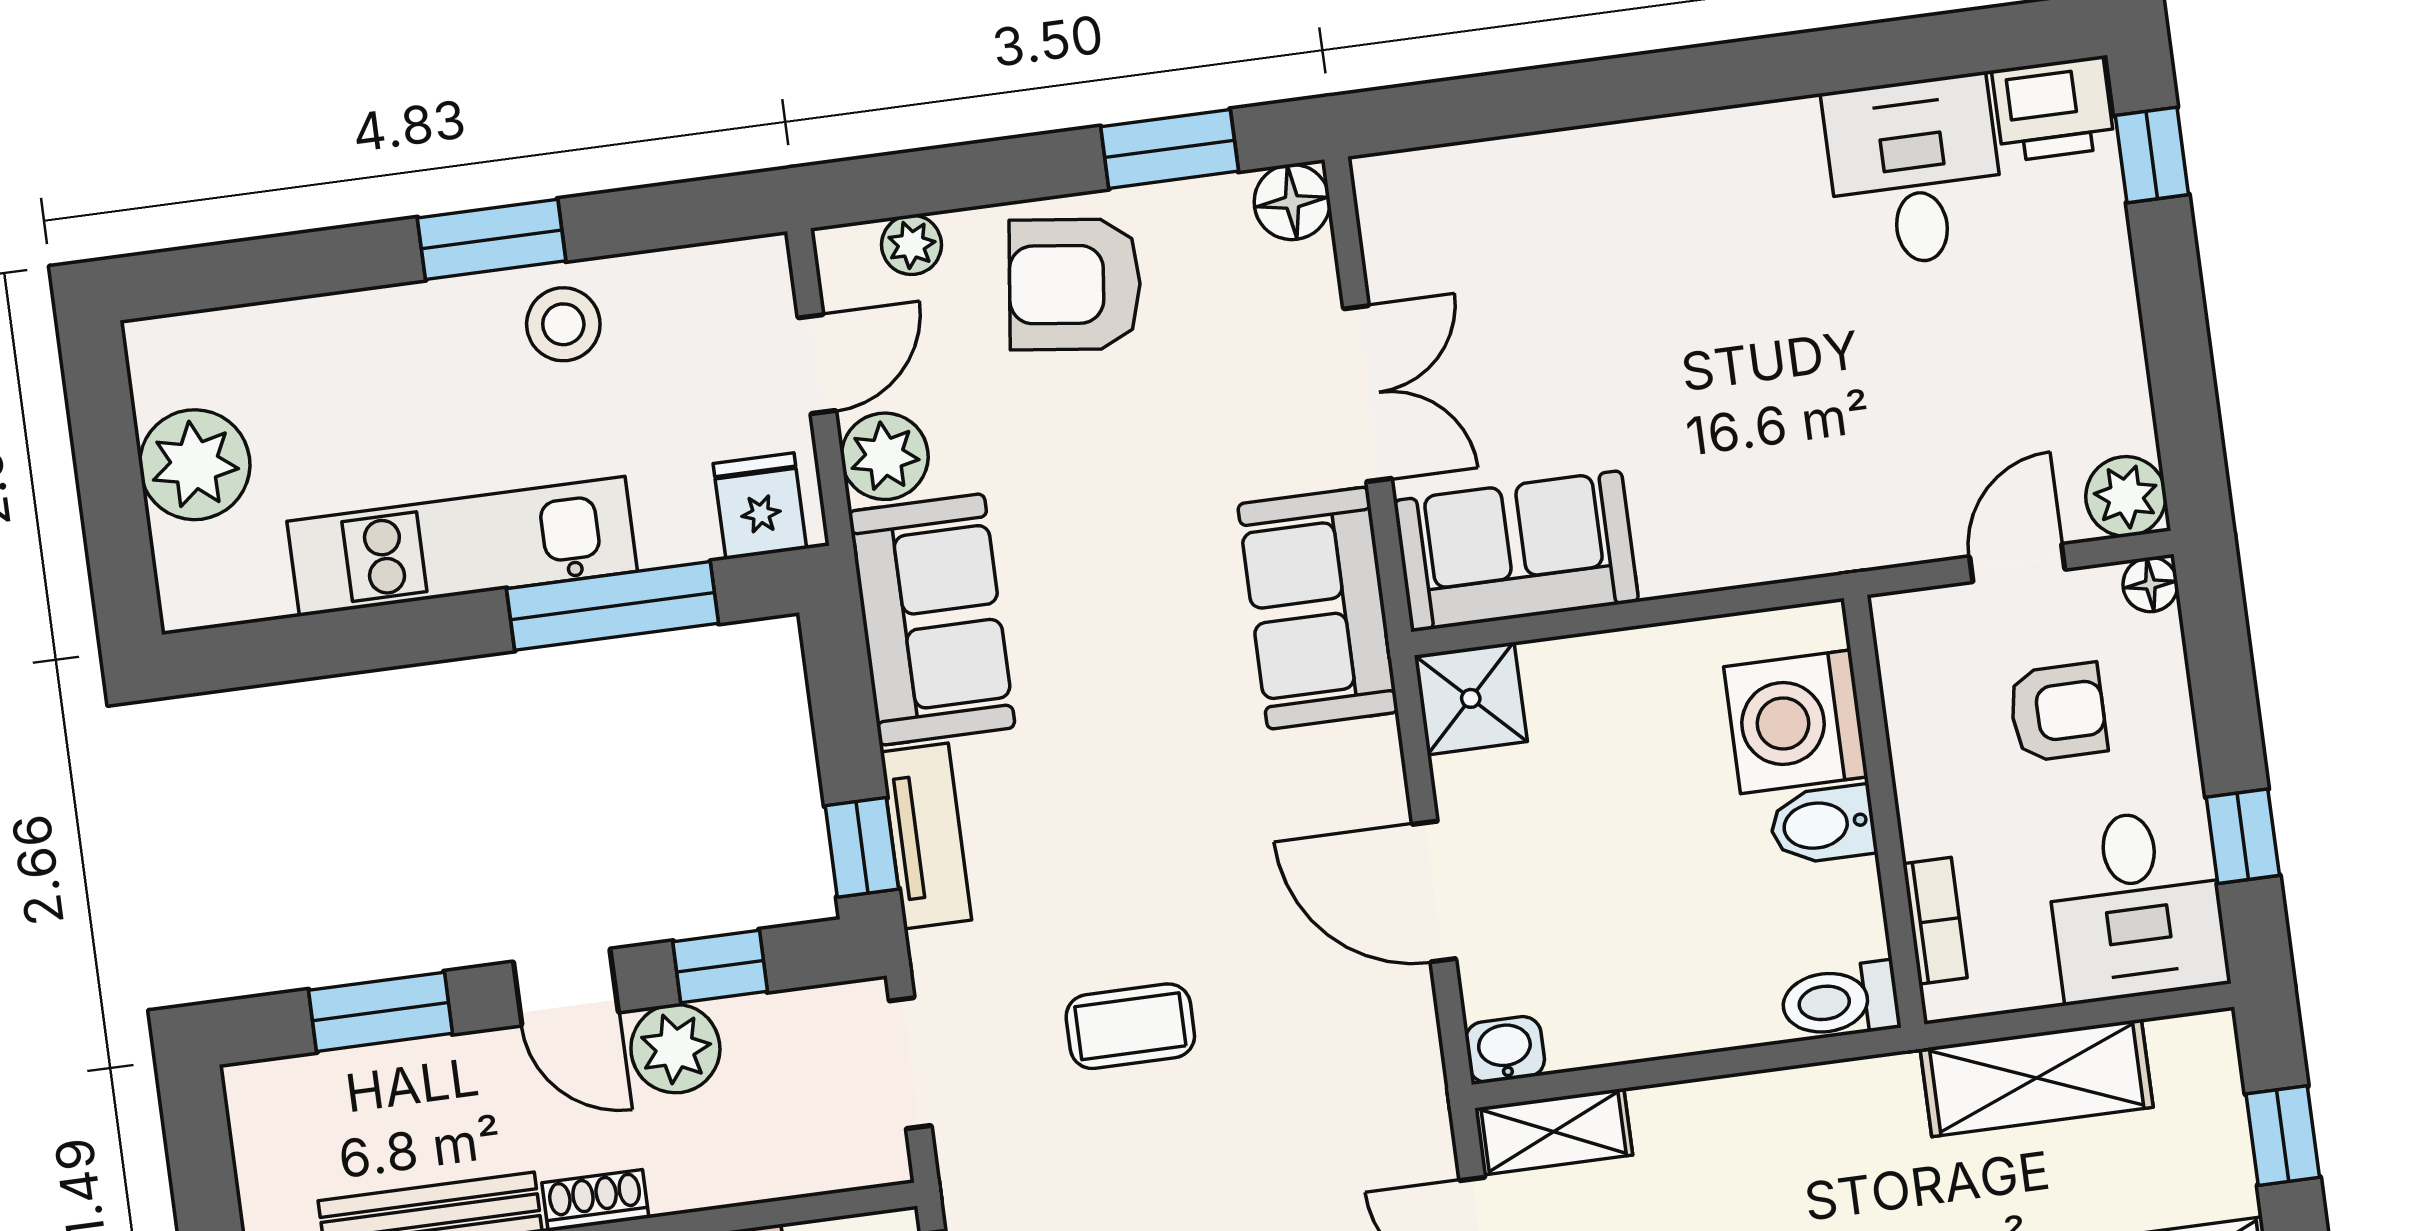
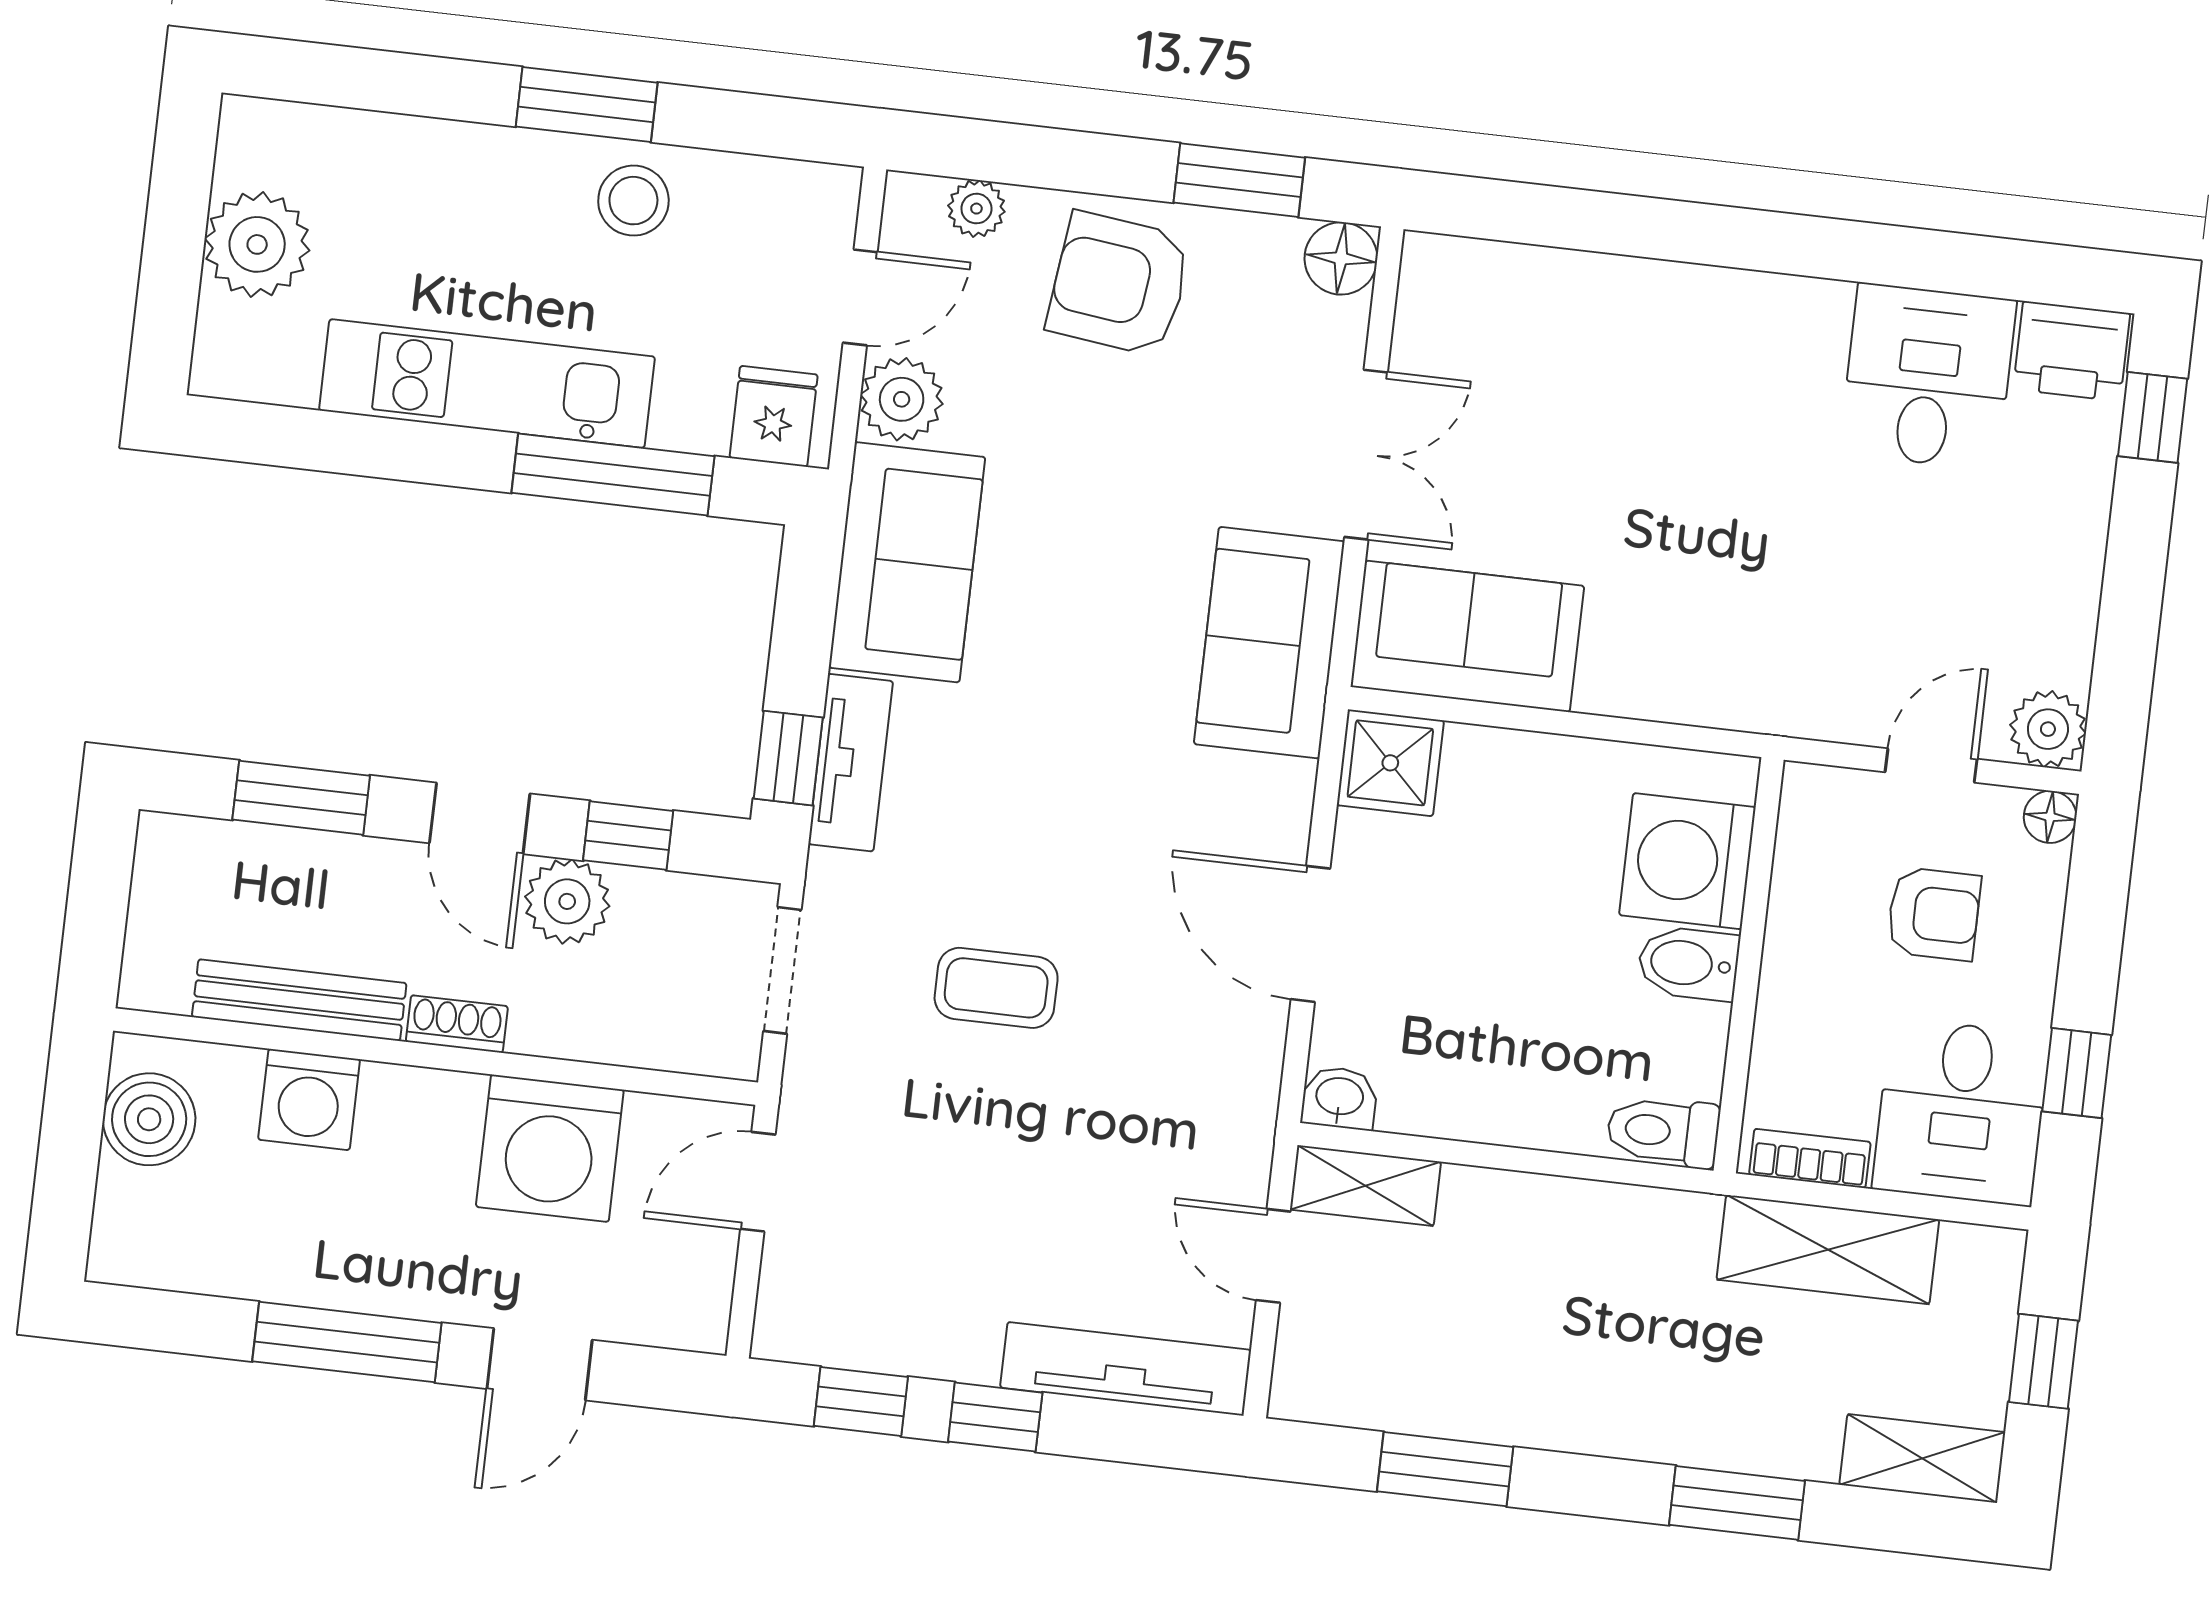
bookcase: (1935, 921) -> (1810, 1158), moved, turned -90

